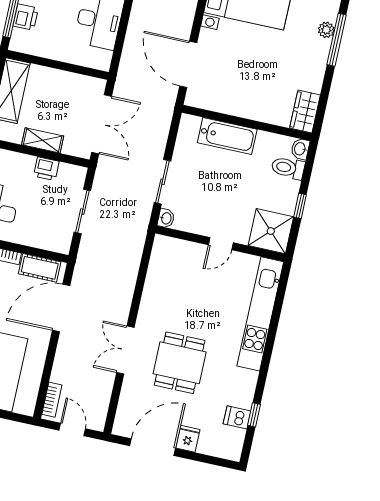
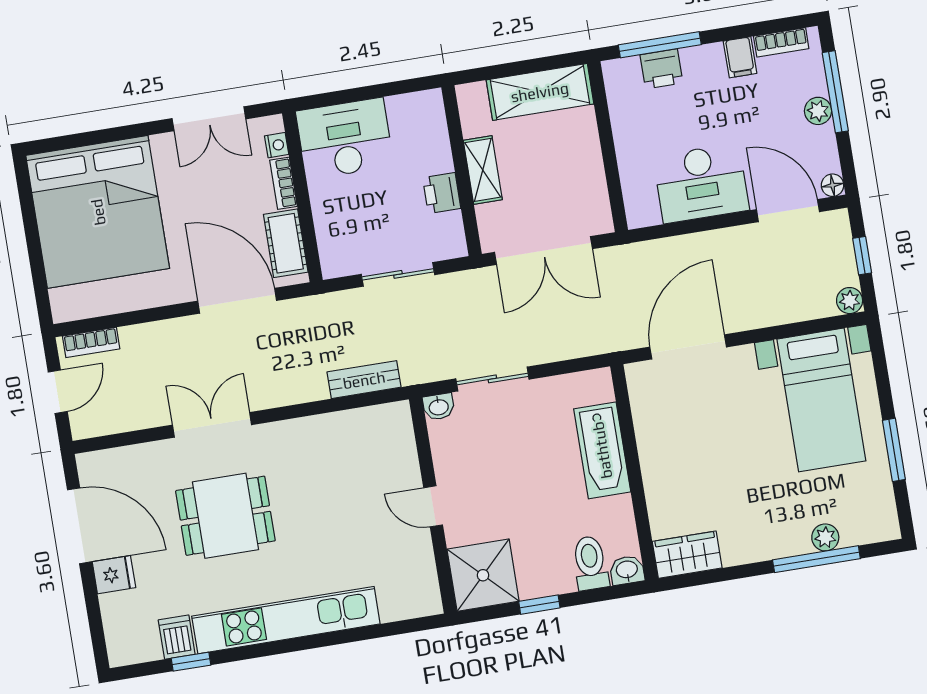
bench: (134, 254) -> (364, 380), added
kitchen unit: (260, 314) -> (286, 620), moved

